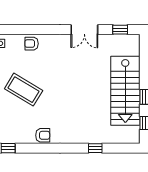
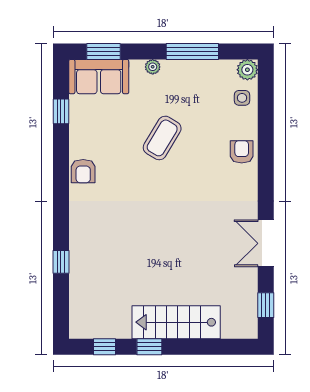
coffee table: (24, 90) -> (162, 138), width x0.73, depth x0.76
stairs: (125, 91) -> (176, 322), width x0.73, depth x0.66

